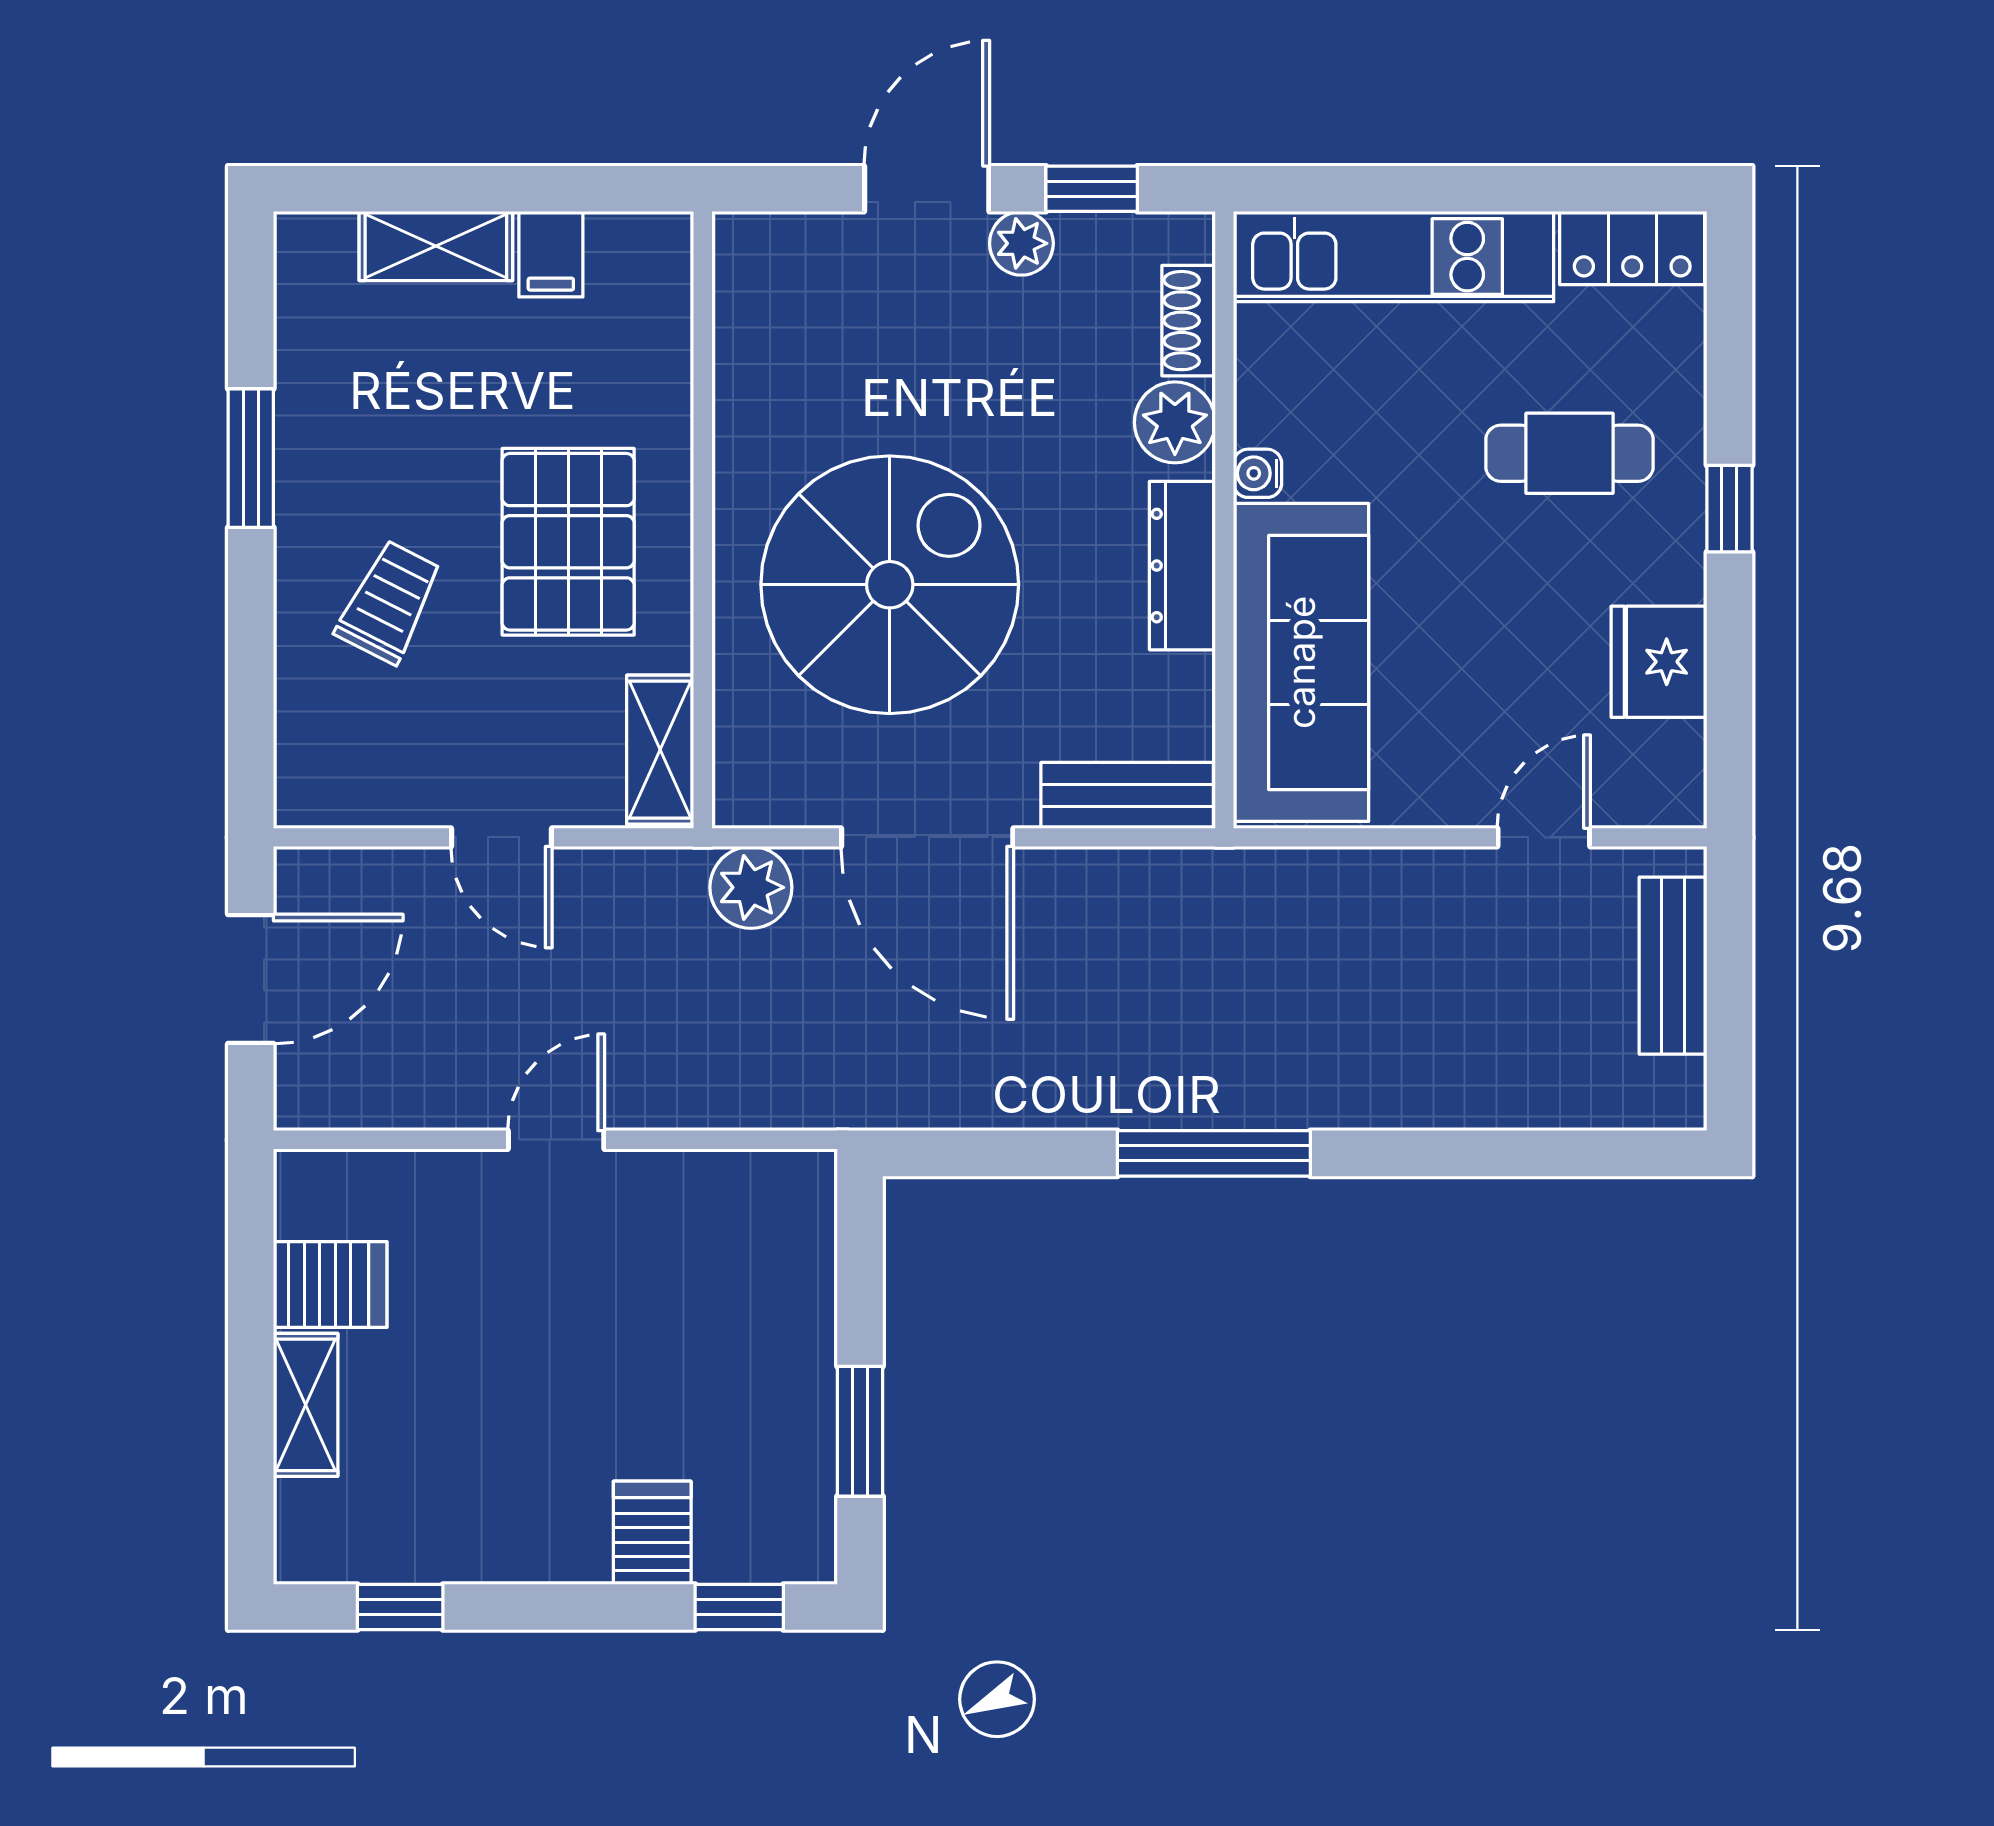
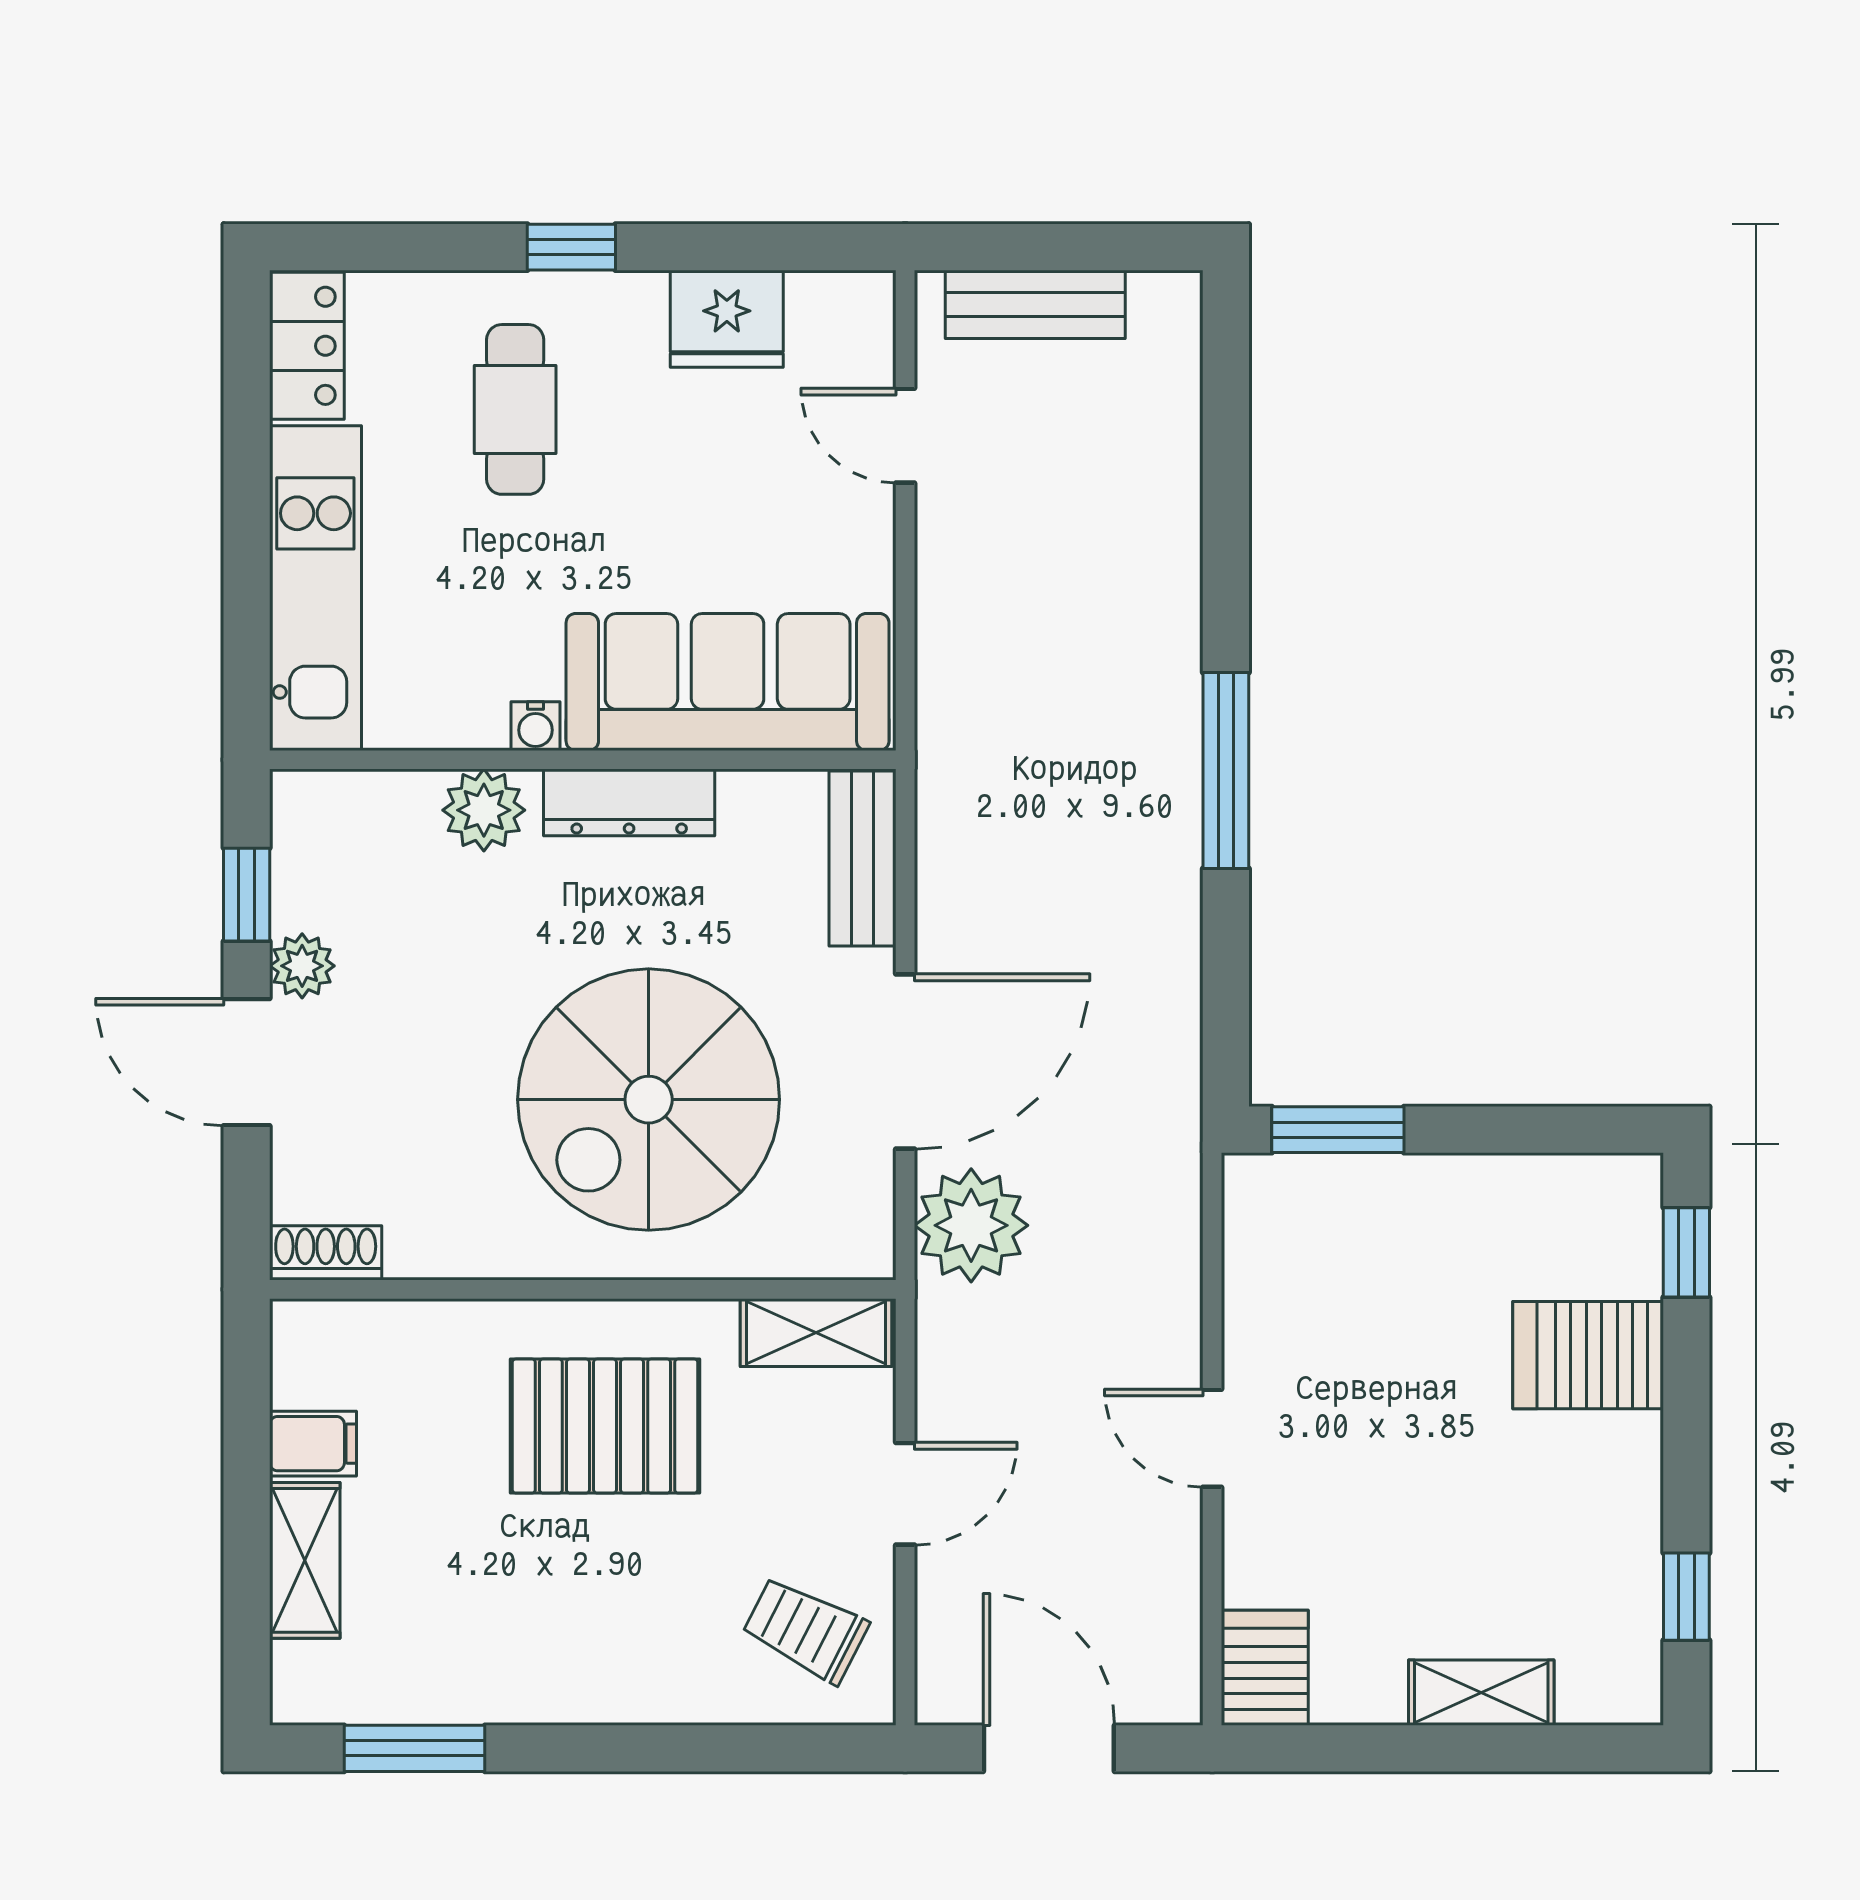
shoe rack: (1189, 321) -> (326, 1253), moved, turned 180
window: (251, 458) -> (415, 1748), moved
spiral stairs: (890, 585) -> (649, 1100), turned -90
trolley: (389, 602) -> (805, 1630), moved
plant: (751, 887) -> (971, 1225), width x1.36, depth x1.36
server rack: (330, 1285) -> (1265, 1668), moved
window: (860, 1431) -> (1338, 1130), moved
server rack: (652, 1533) -> (1588, 1355), width x1.36, depth x1.44

